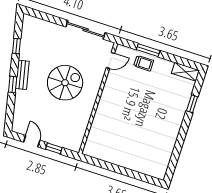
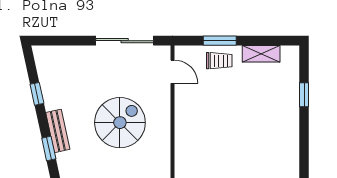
door: (110, 60) -> (173, 72), hinge flipped
shelving: (185, 72) -> (261, 54), moved

